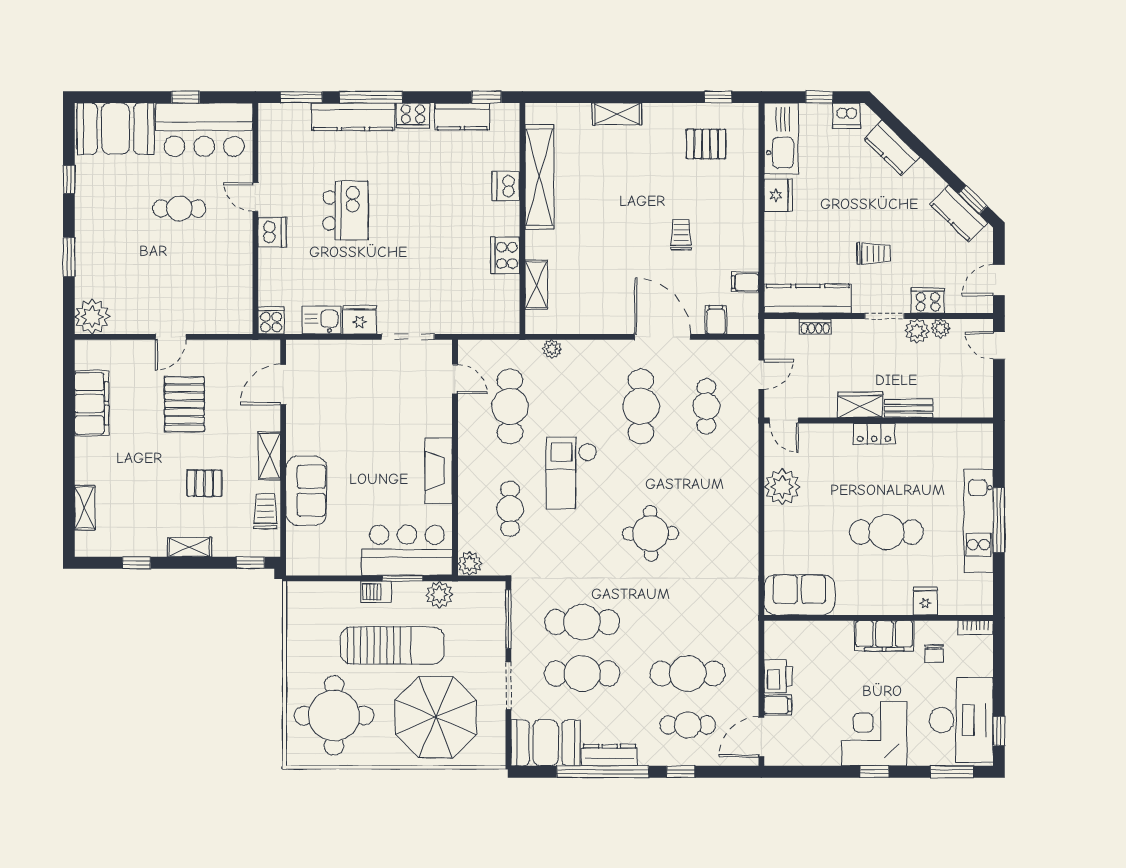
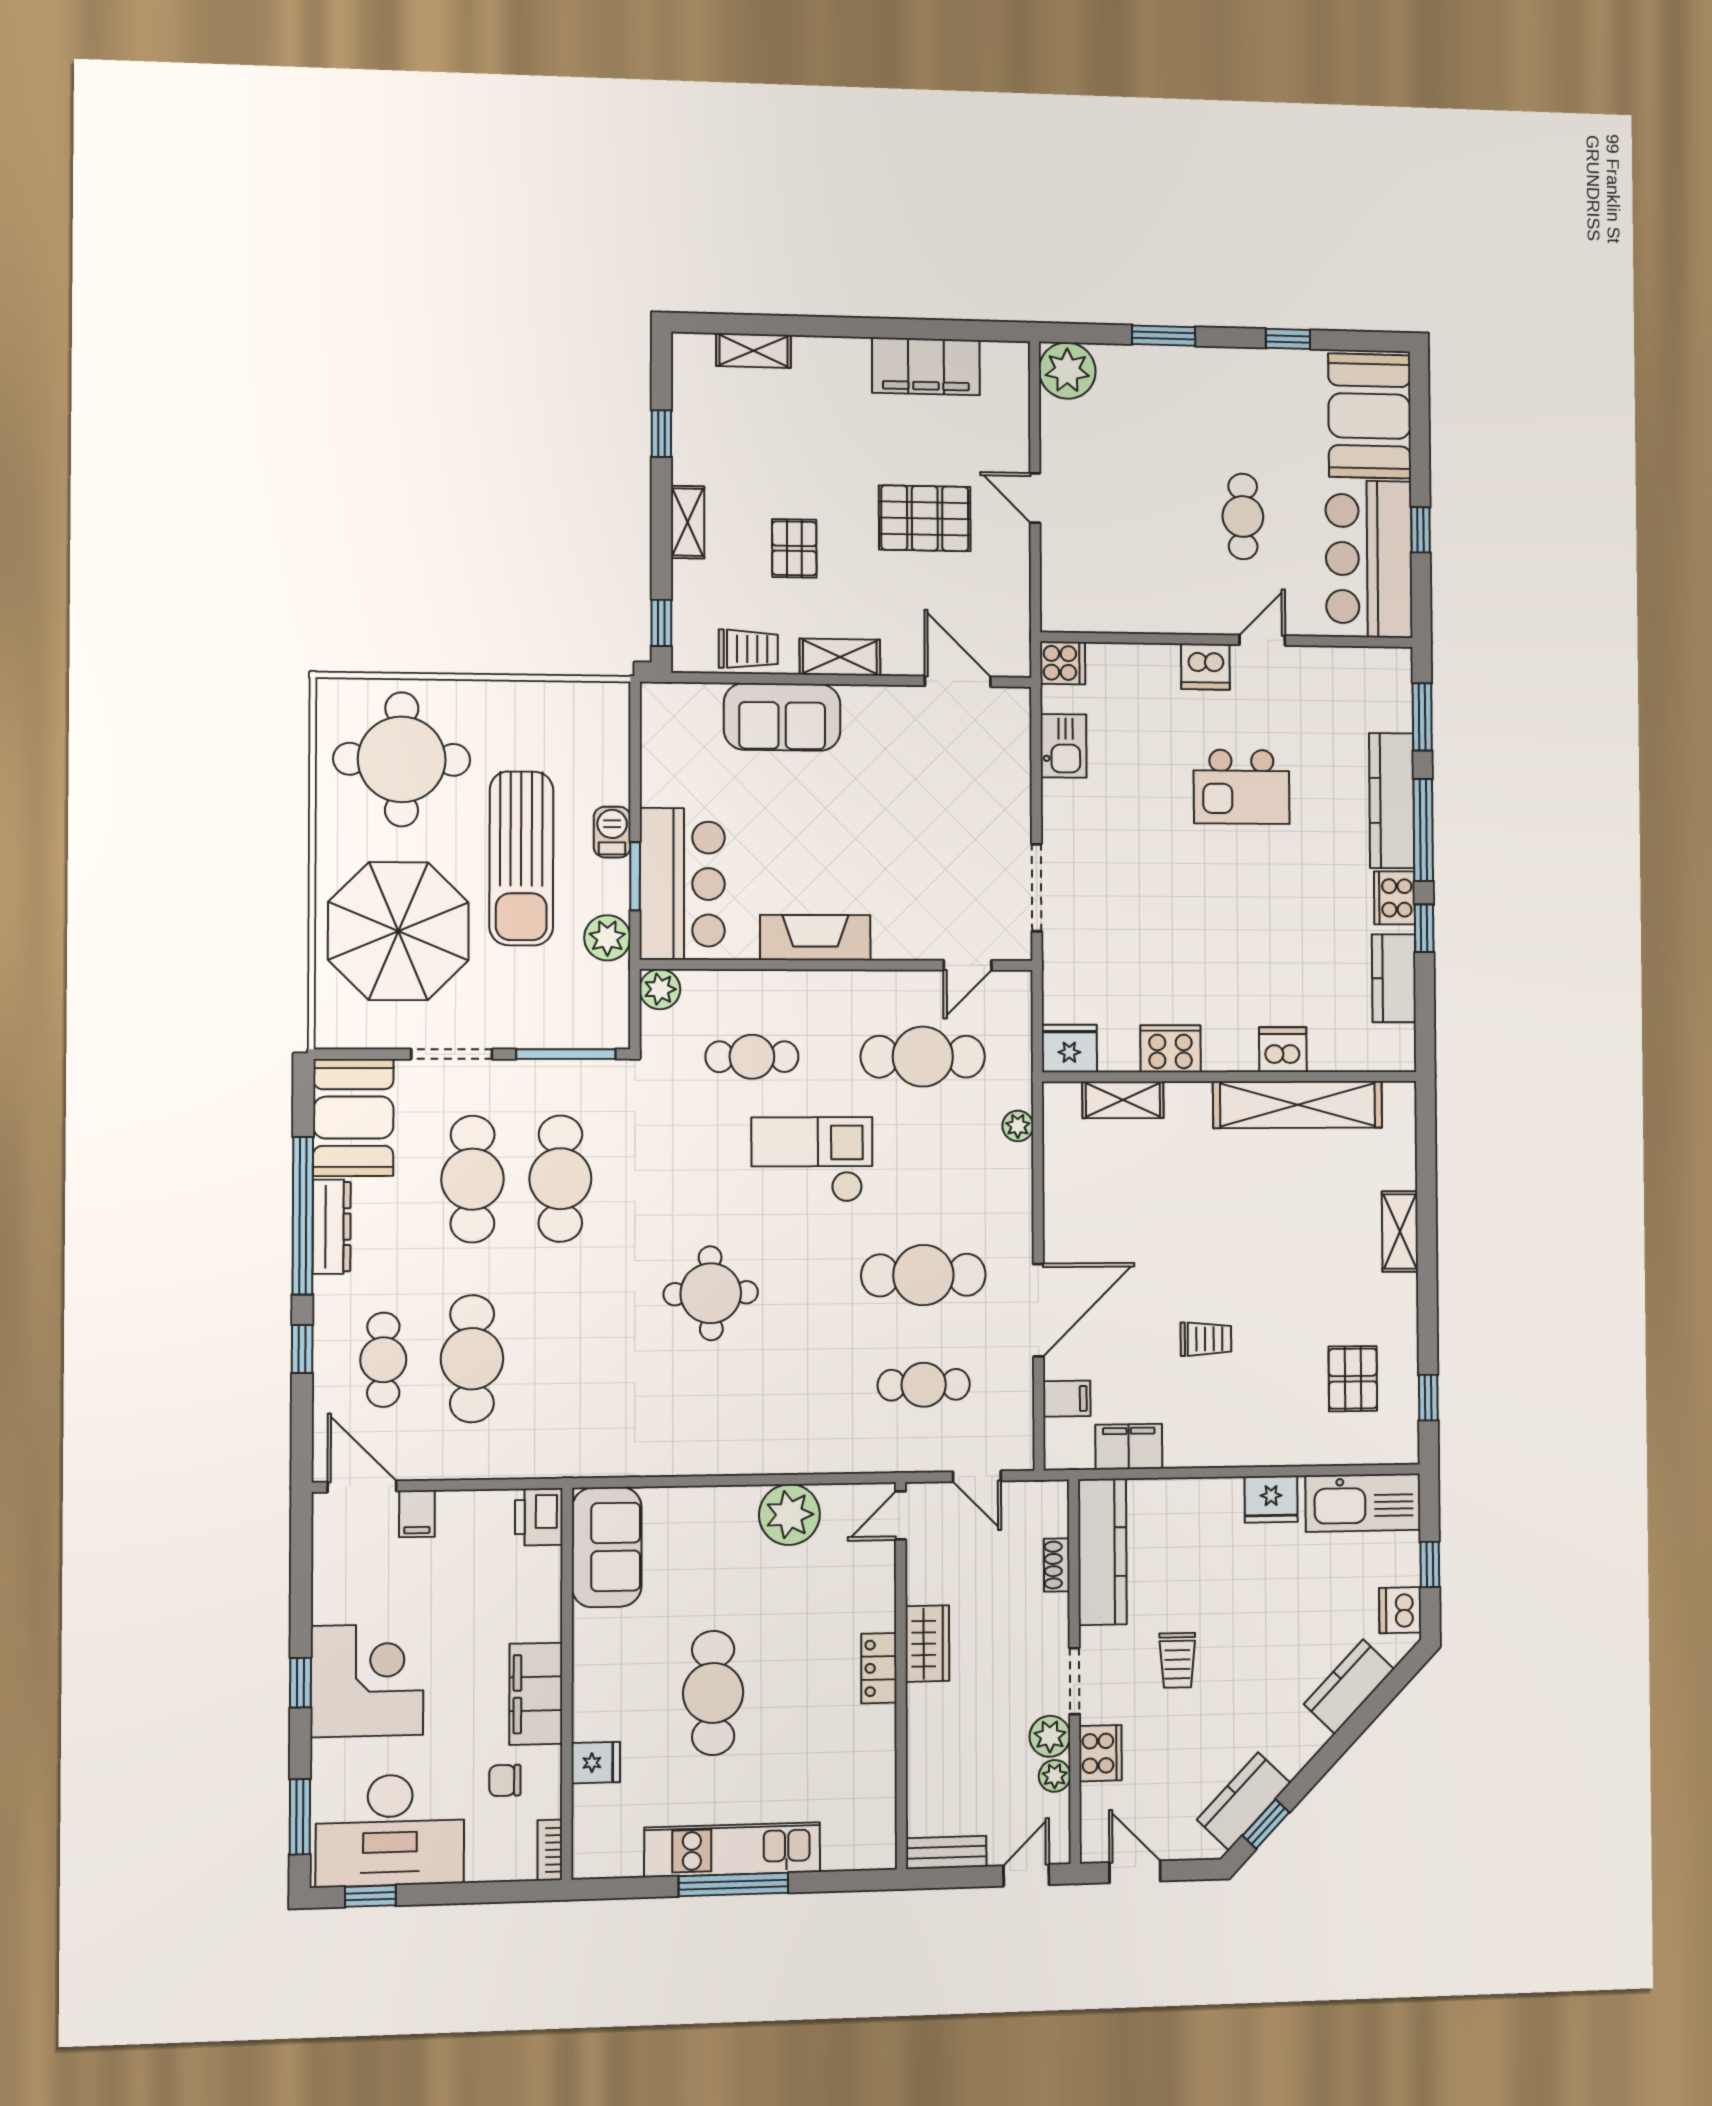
window: (486, 97) -> (1424, 928), moved
filing cabinet: (745, 282) -> (1129, 1447), width x2.00
fridge: (360, 320) -> (1069, 1048), moved, turned -90
bench: (909, 409) -> (946, 1852), moved, turned 90
printer: (778, 676) -> (539, 1517), moved, turned 90

